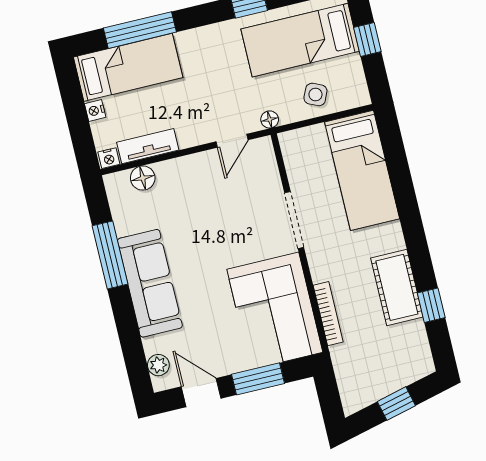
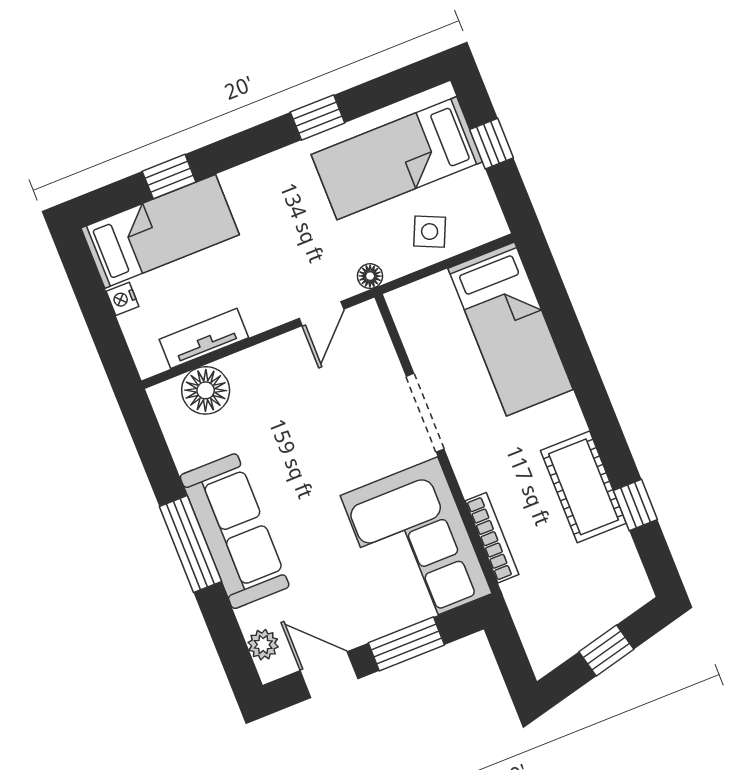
window: (140, 30) -> (169, 177), width x0.46
nightstand: (109, 158) -> (151, 363), removed
floor lamp: (143, 178) -> (206, 390), width x1.38, depth x1.38
window: (110, 255) -> (190, 544), moved

